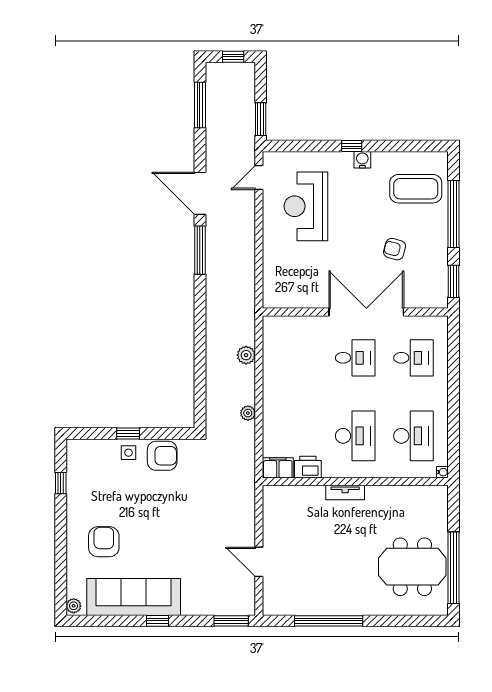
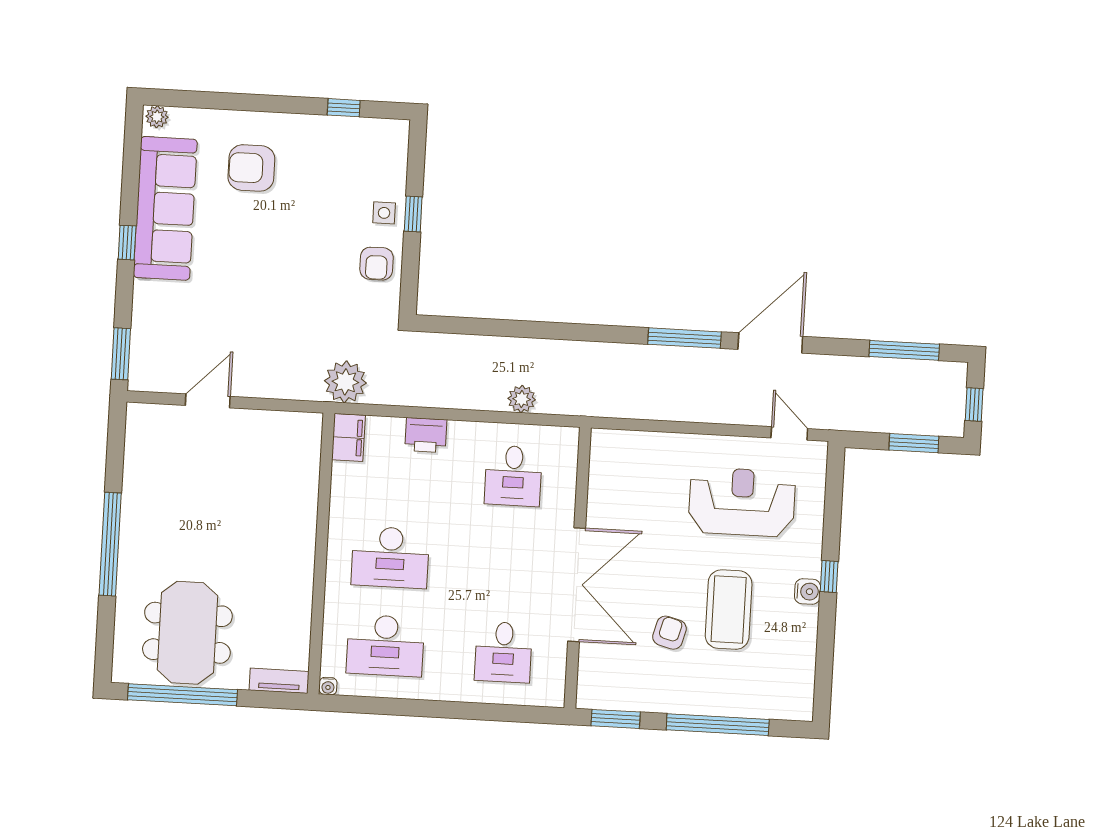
window: (261, 119) -> (914, 443), moved
coffee table: (416, 189) -> (729, 610), moved
desk: (355, 358) -> (513, 476), moved
plant: (248, 413) -> (345, 382), moved, width x1.88, depth x1.88
armchair: (162, 456) -> (377, 264), width x0.72, depth x0.72
printer: (308, 467) -> (426, 435), moved, turned 90
tv unit: (345, 493) -> (279, 681), moved, turned 90
armchair: (104, 542) -> (251, 168), turned 180
window: (329, 621) -> (110, 544), moved

